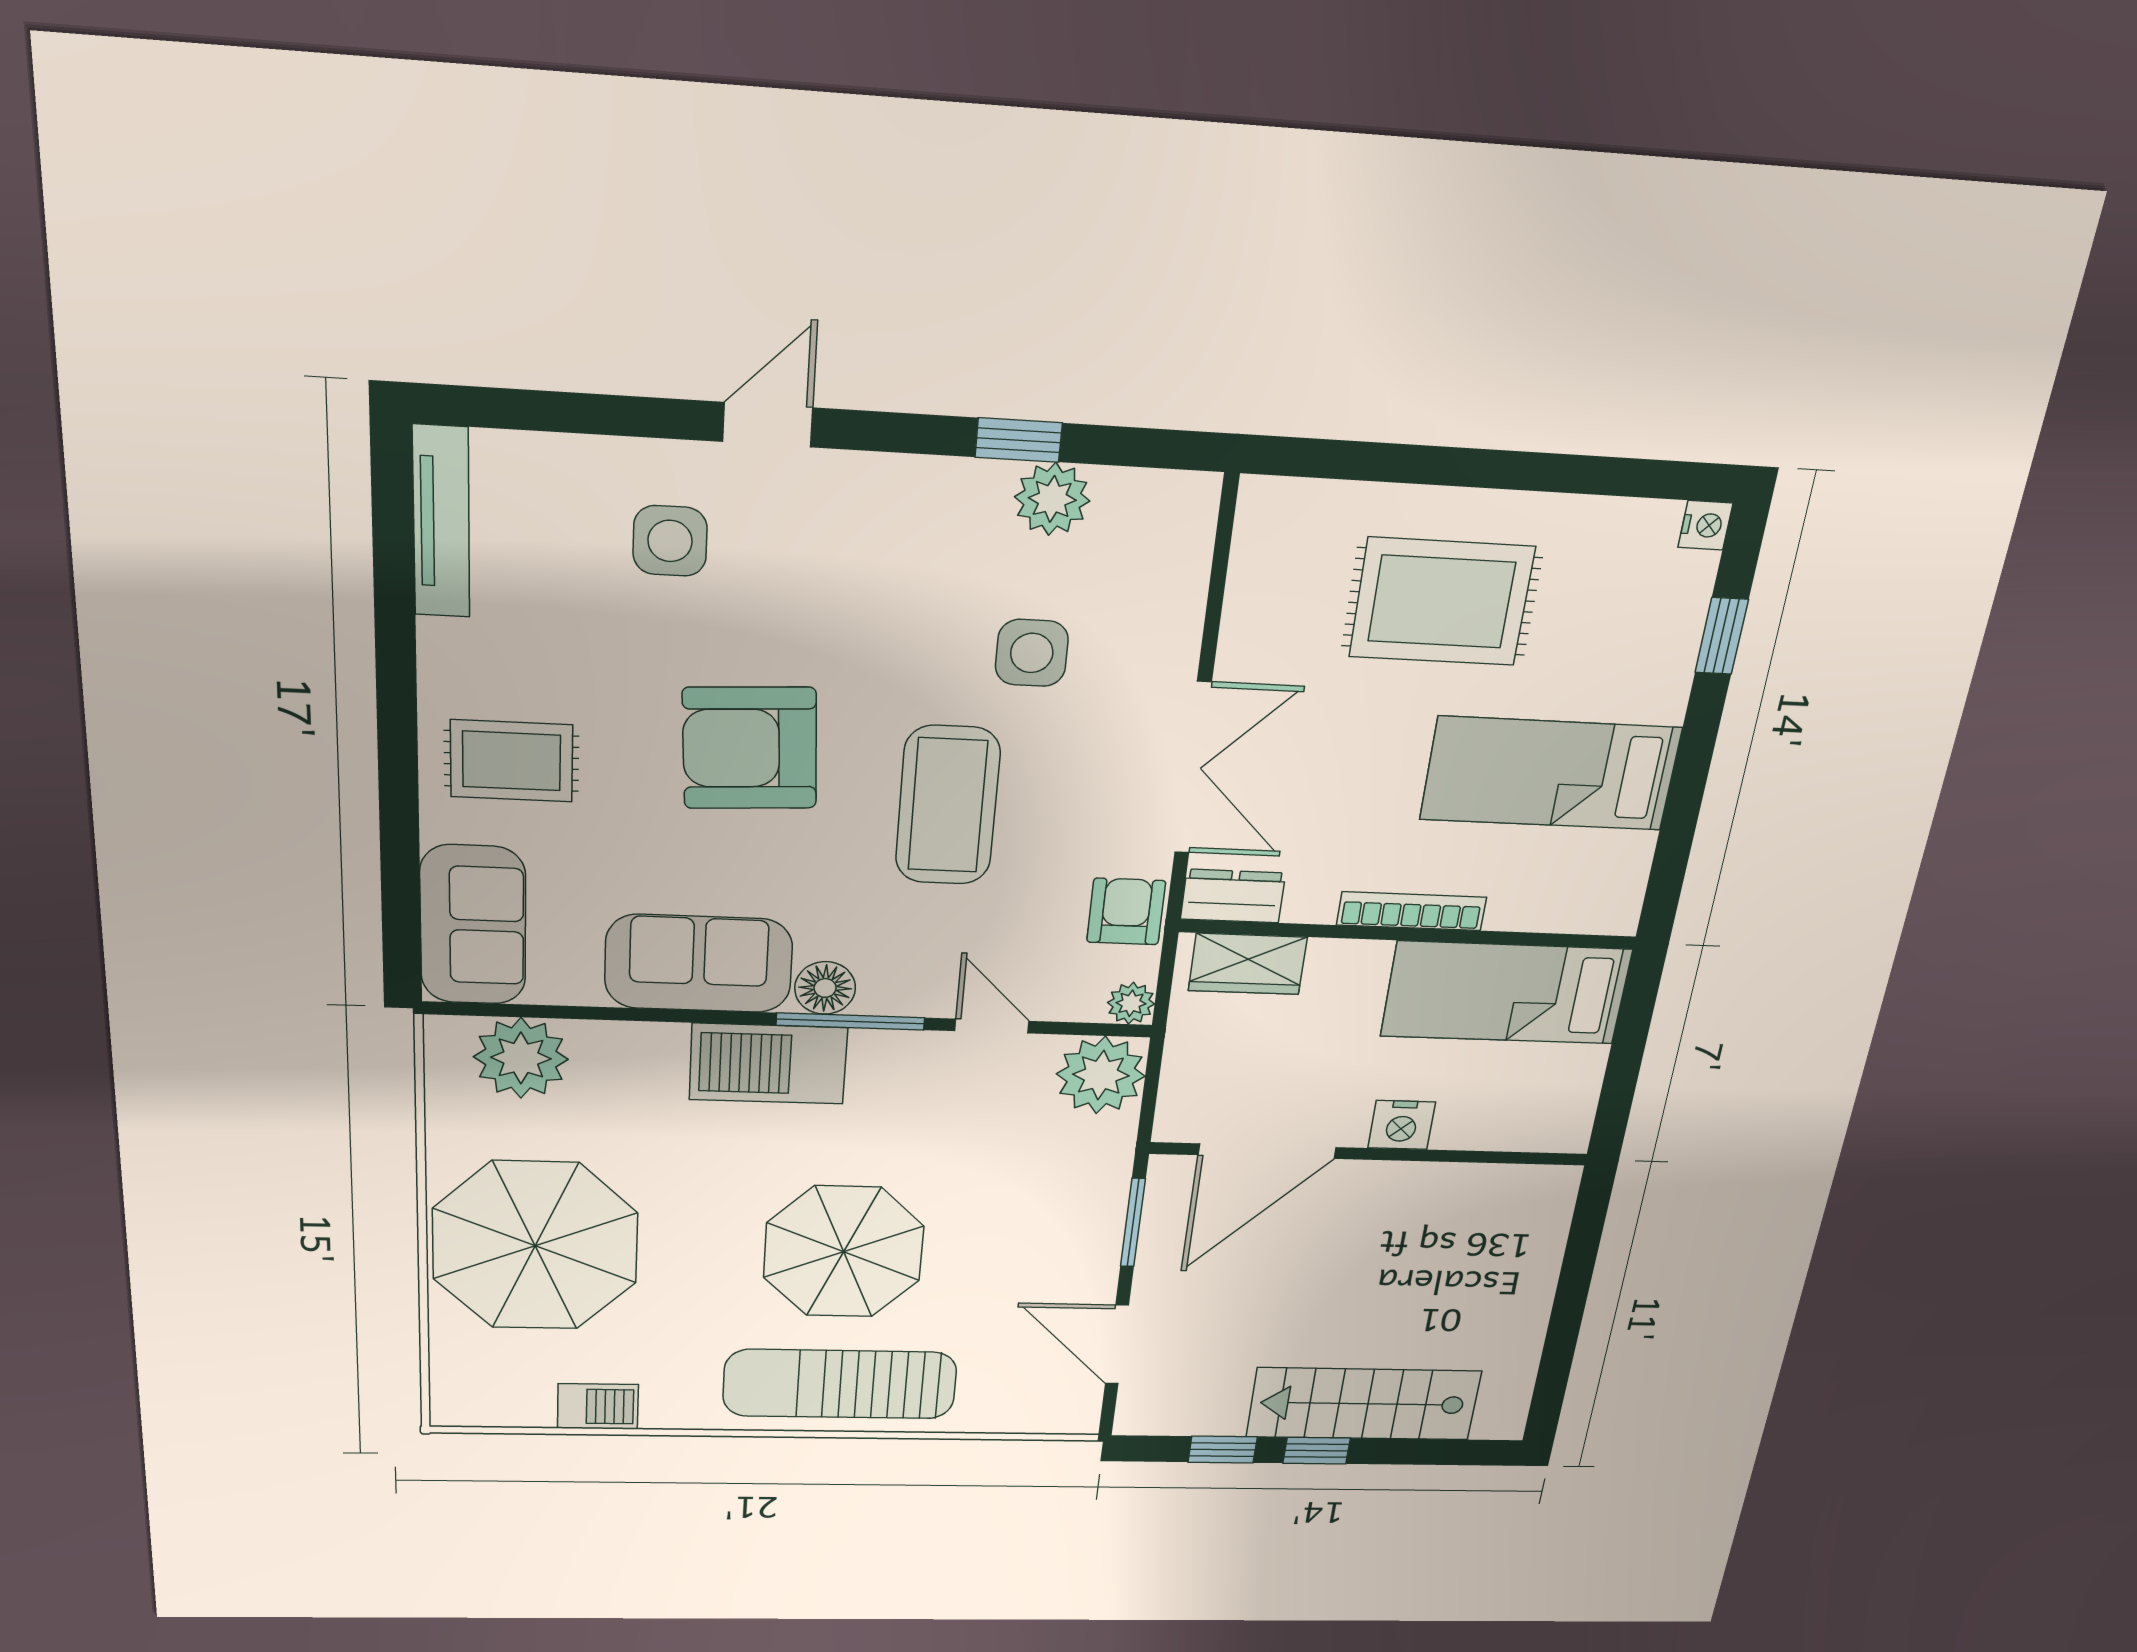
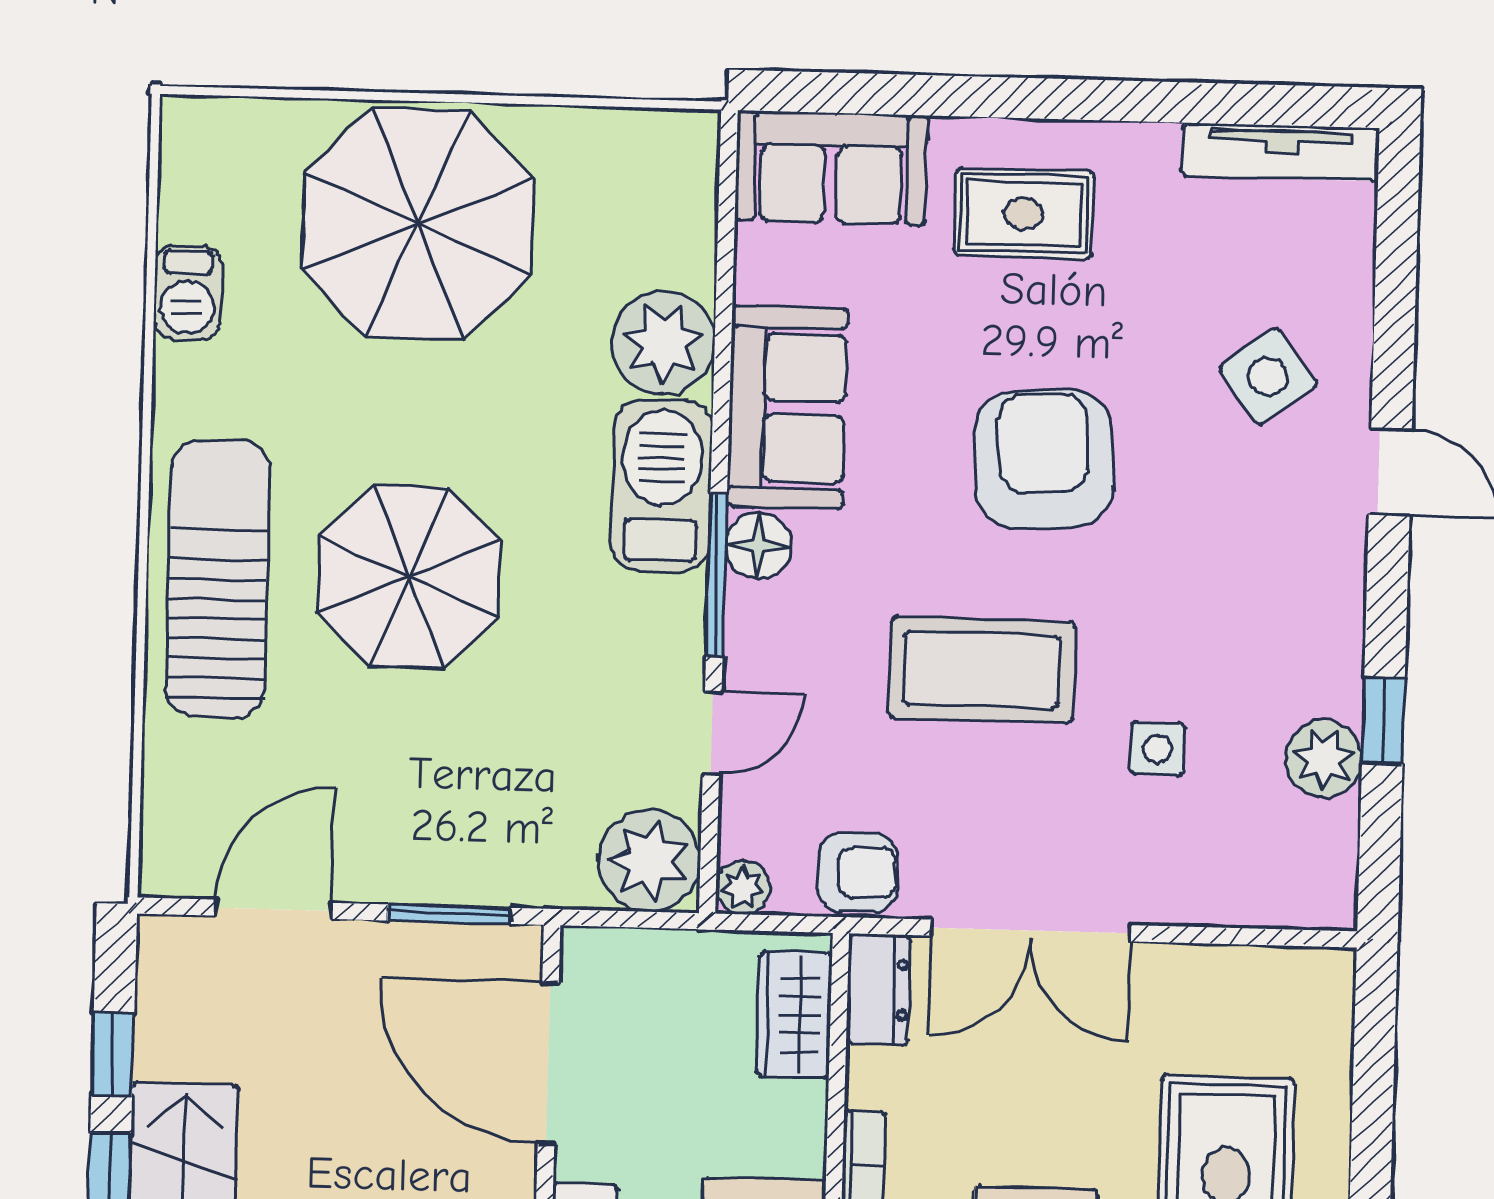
side table: (670, 541) -> (1268, 376), turned -37
side table: (1032, 653) -> (1157, 749), width x0.73, depth x0.73
rug: (512, 761) -> (1024, 214), turned 90
plant: (521, 1058) -> (663, 343), moved

